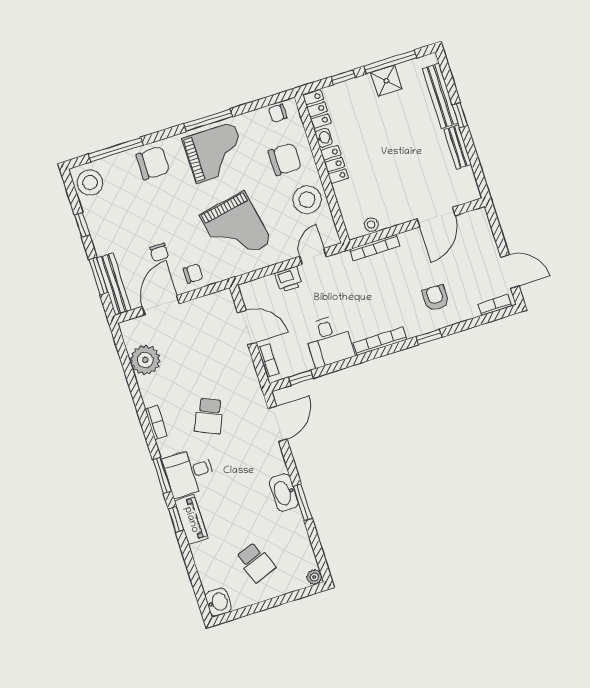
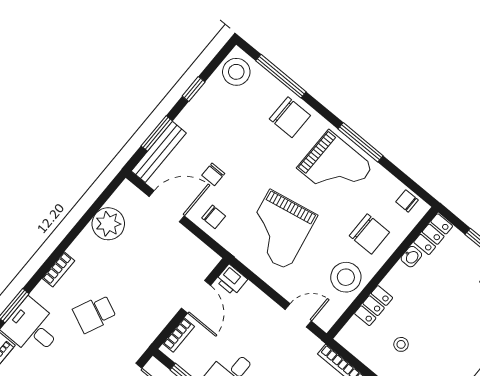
locker: (335, 165) -> (374, 306), moved
stool: (371, 225) -> (401, 344), moved
printer: (289, 279) -> (231, 280), moved

